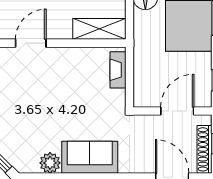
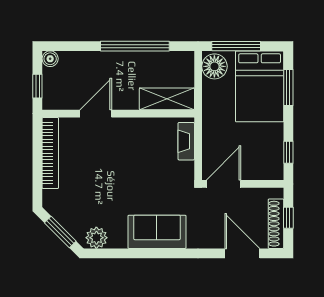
door: (177, 111) -> (223, 184), moved
plant: (50, 163) -> (96, 238), moved

